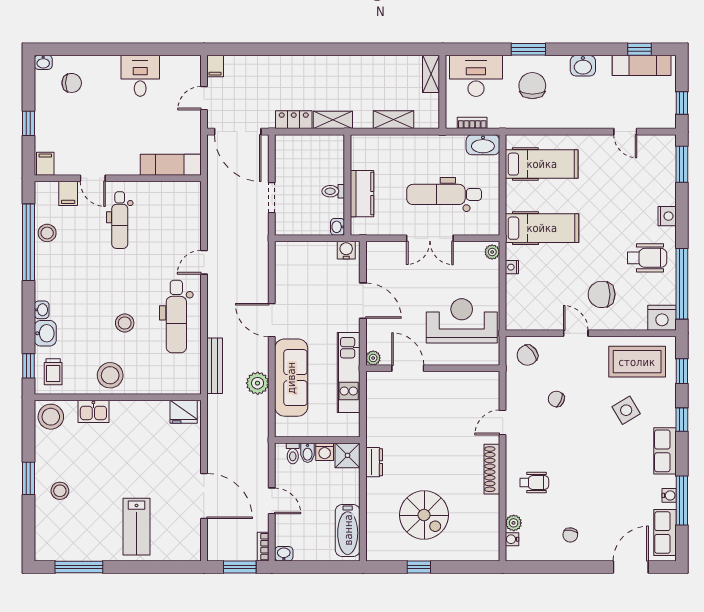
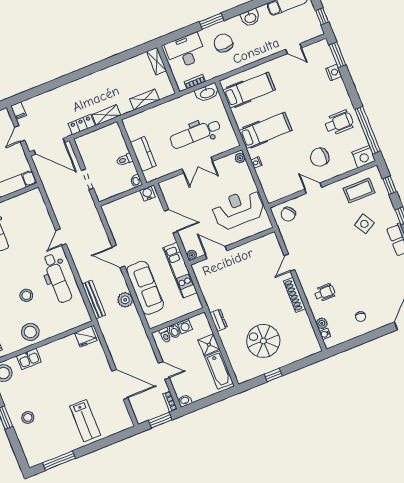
nightstand: (667, 216) -> (334, 72), moved
coffee table: (637, 362) -> (359, 191), width x0.73, depth x0.76
chair: (556, 399) -> (317, 234), removed
shower: (348, 455) -> (209, 345), moved
spiral stairs: (424, 515) -> (263, 341), turned 180

